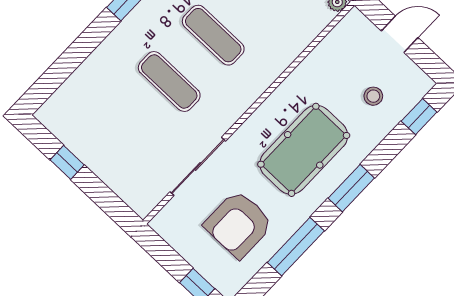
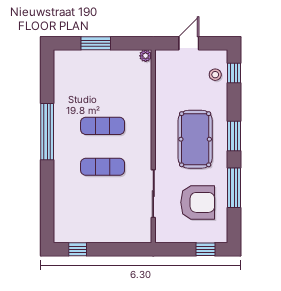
stool: (373, 96) -> (215, 75), moved
window: (67, 162) -> (78, 249), moved
armchair: (239, 224) -> (198, 202), turned -90

